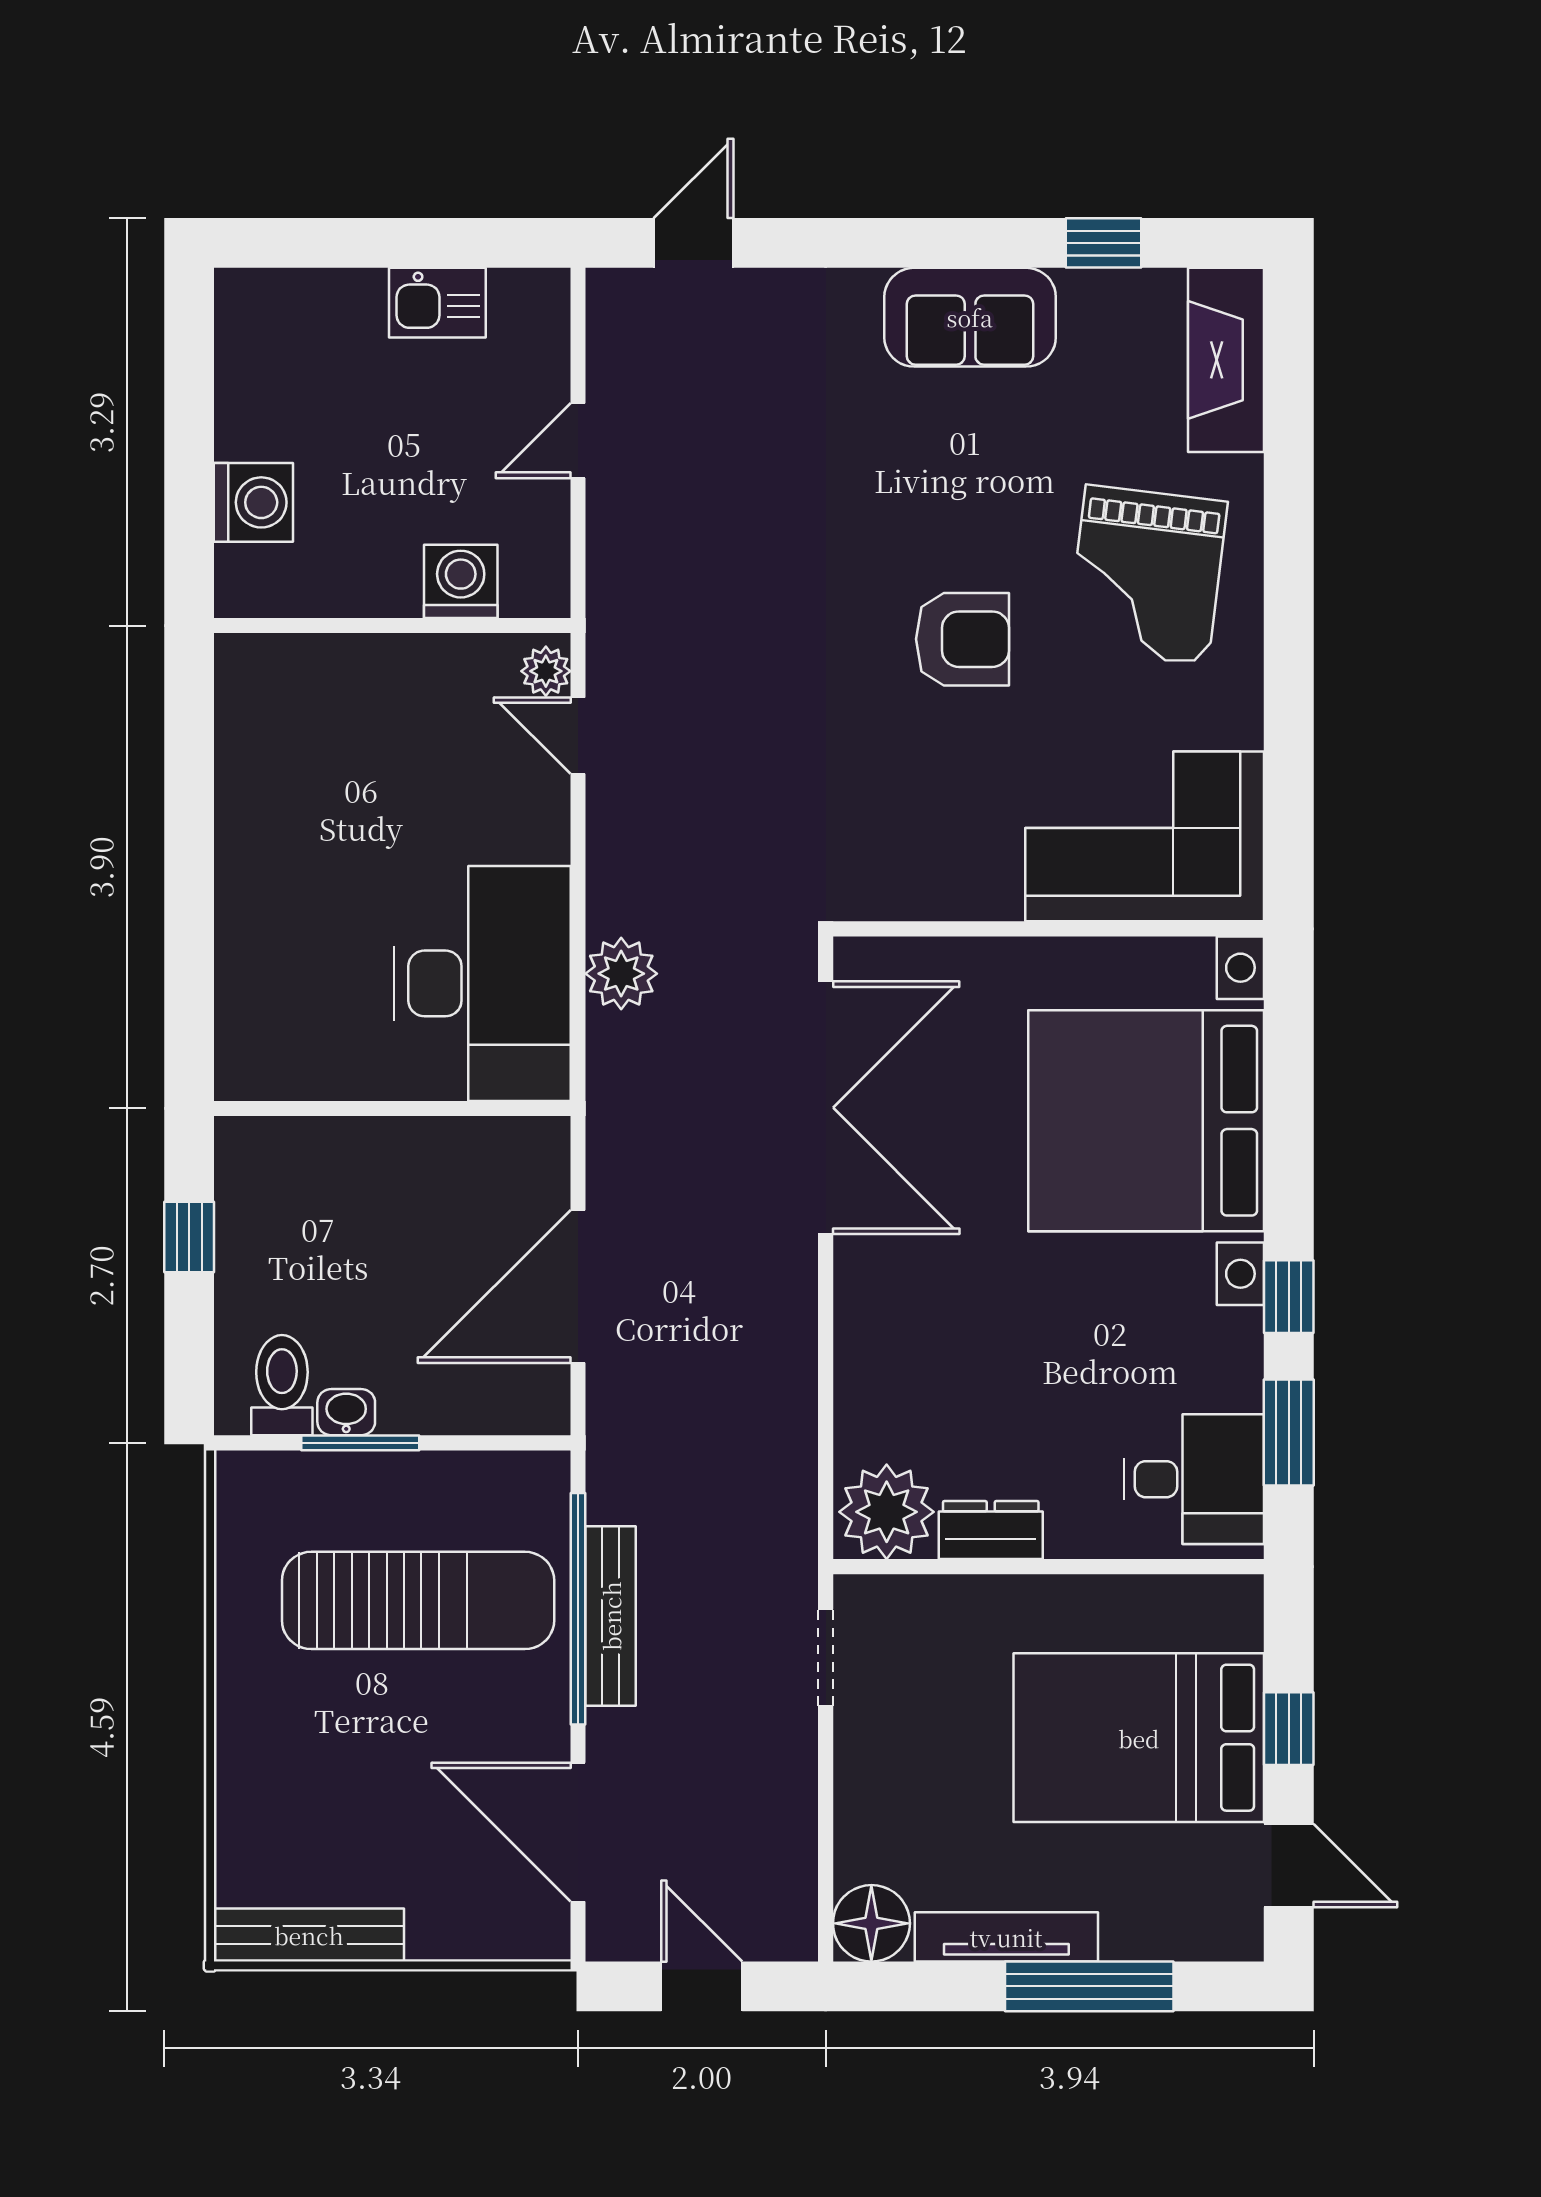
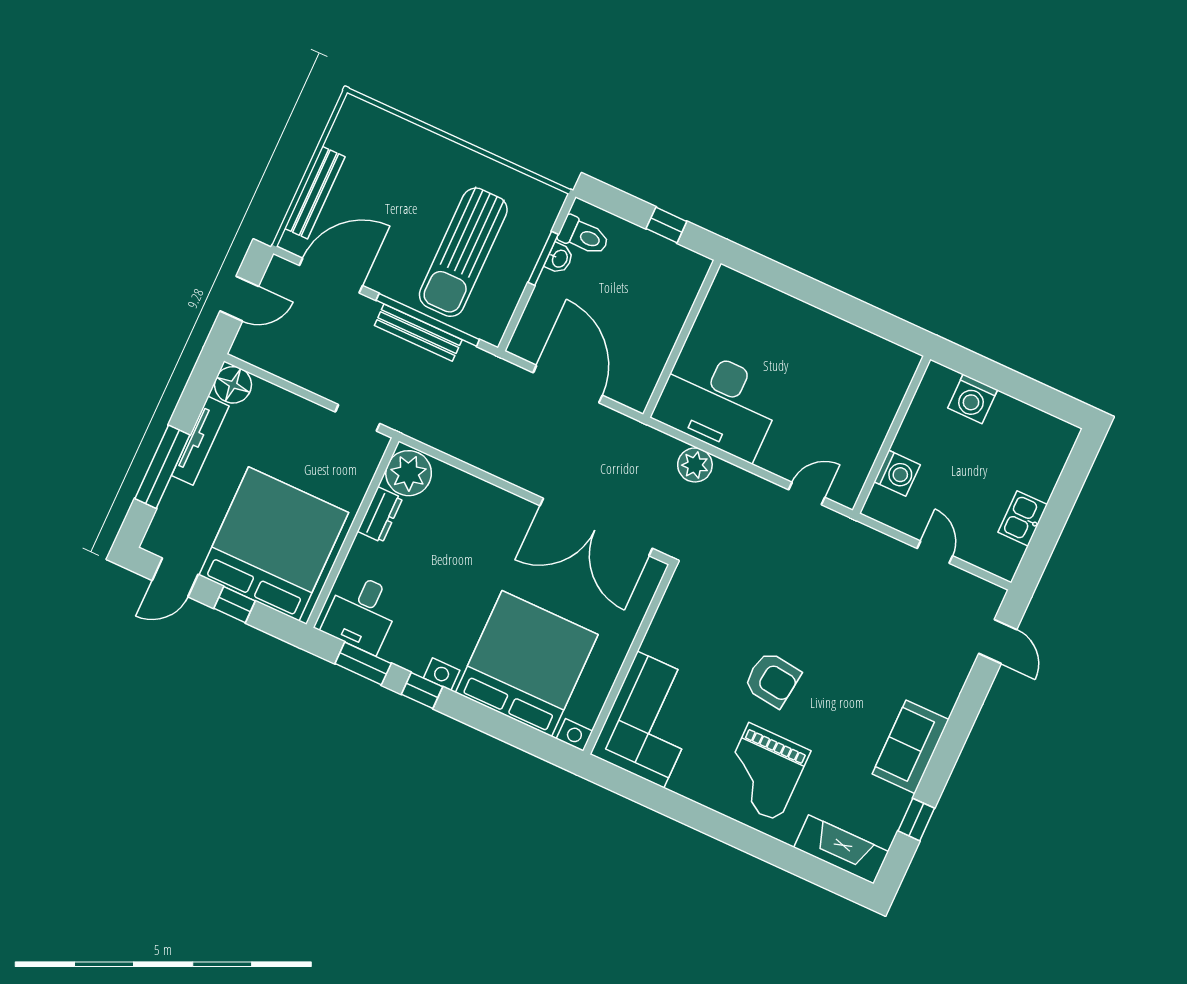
grand piano: (1147, 575) -> (764, 772), turned -97
armchair: (963, 639) -> (772, 680), turned -83
plant: (546, 671) -> (841, 492), removed
bed: (1139, 1738) -> (274, 544), width x1.36
bench: (309, 1935) -> (315, 193), moved

